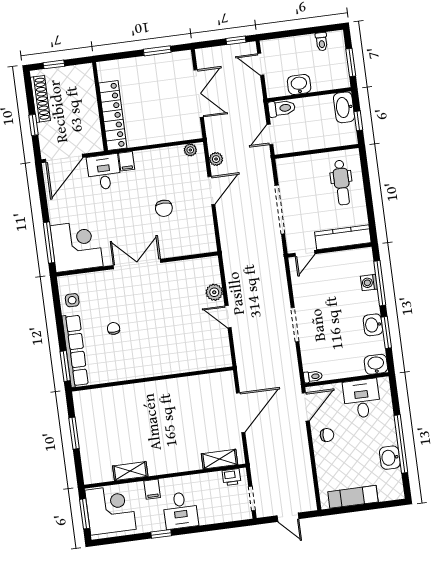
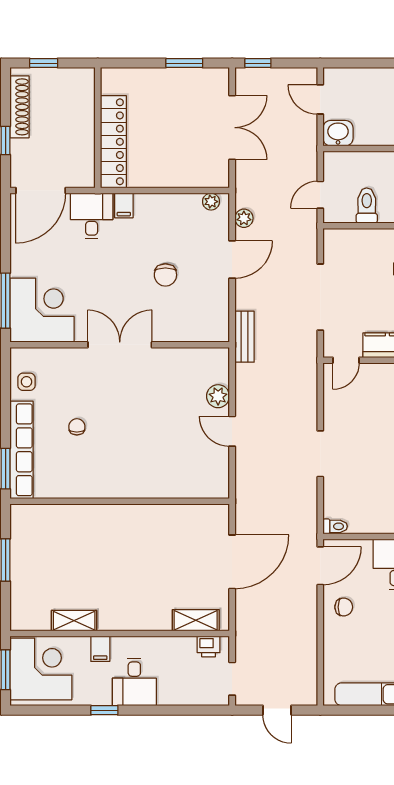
window: (236, 40) -> (258, 63), moved
washbasin: (299, 85) -> (338, 133), moved
toilet: (282, 108) -> (367, 205), moved, turned -90
bench: (228, 246) -> (245, 337), added

